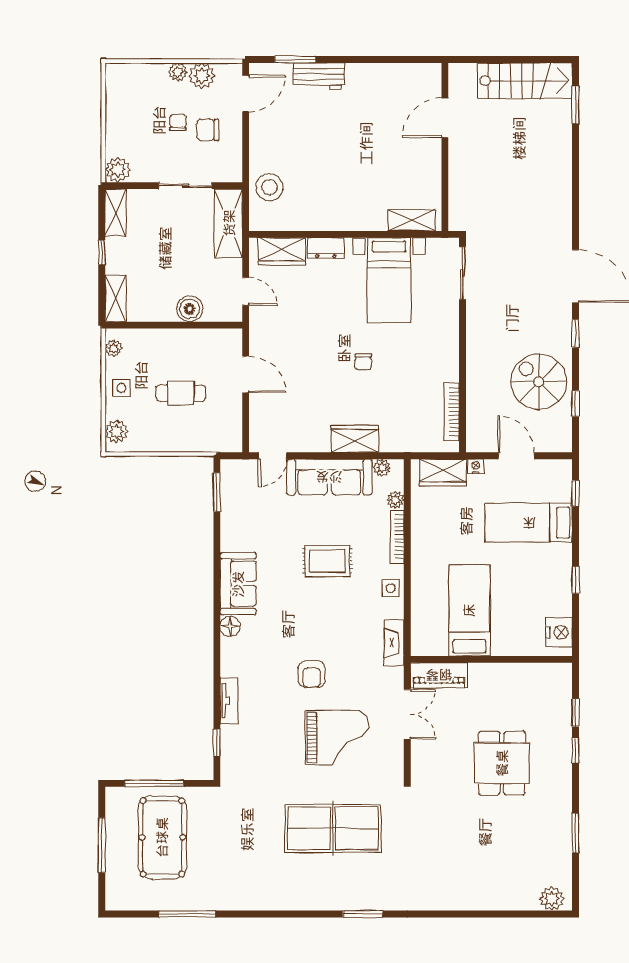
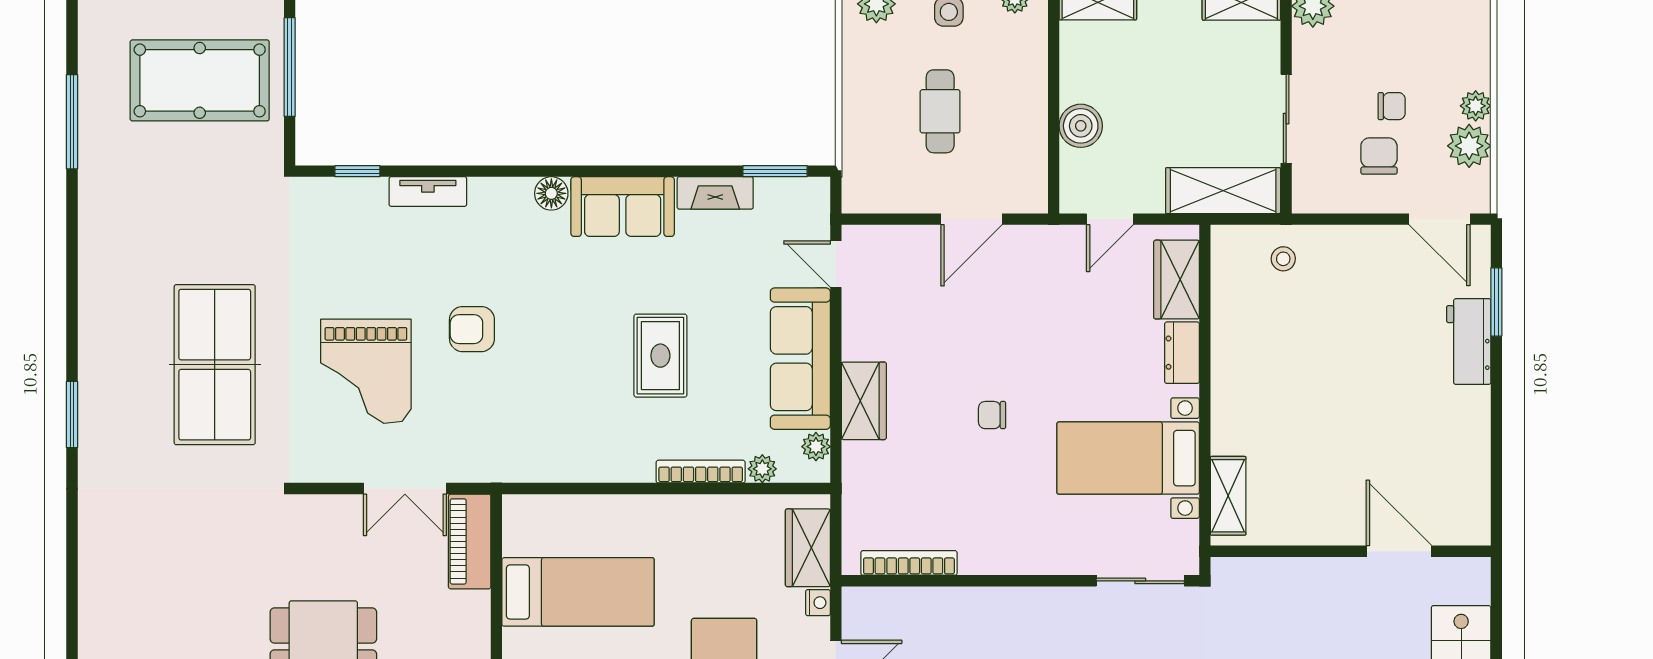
stool: (269, 187) -> (1283, 259), width x0.53, depth x0.53
side table: (391, 588) -> (615, 461), removed
fireplace: (394, 643) -> (715, 193), moved, turned 180

